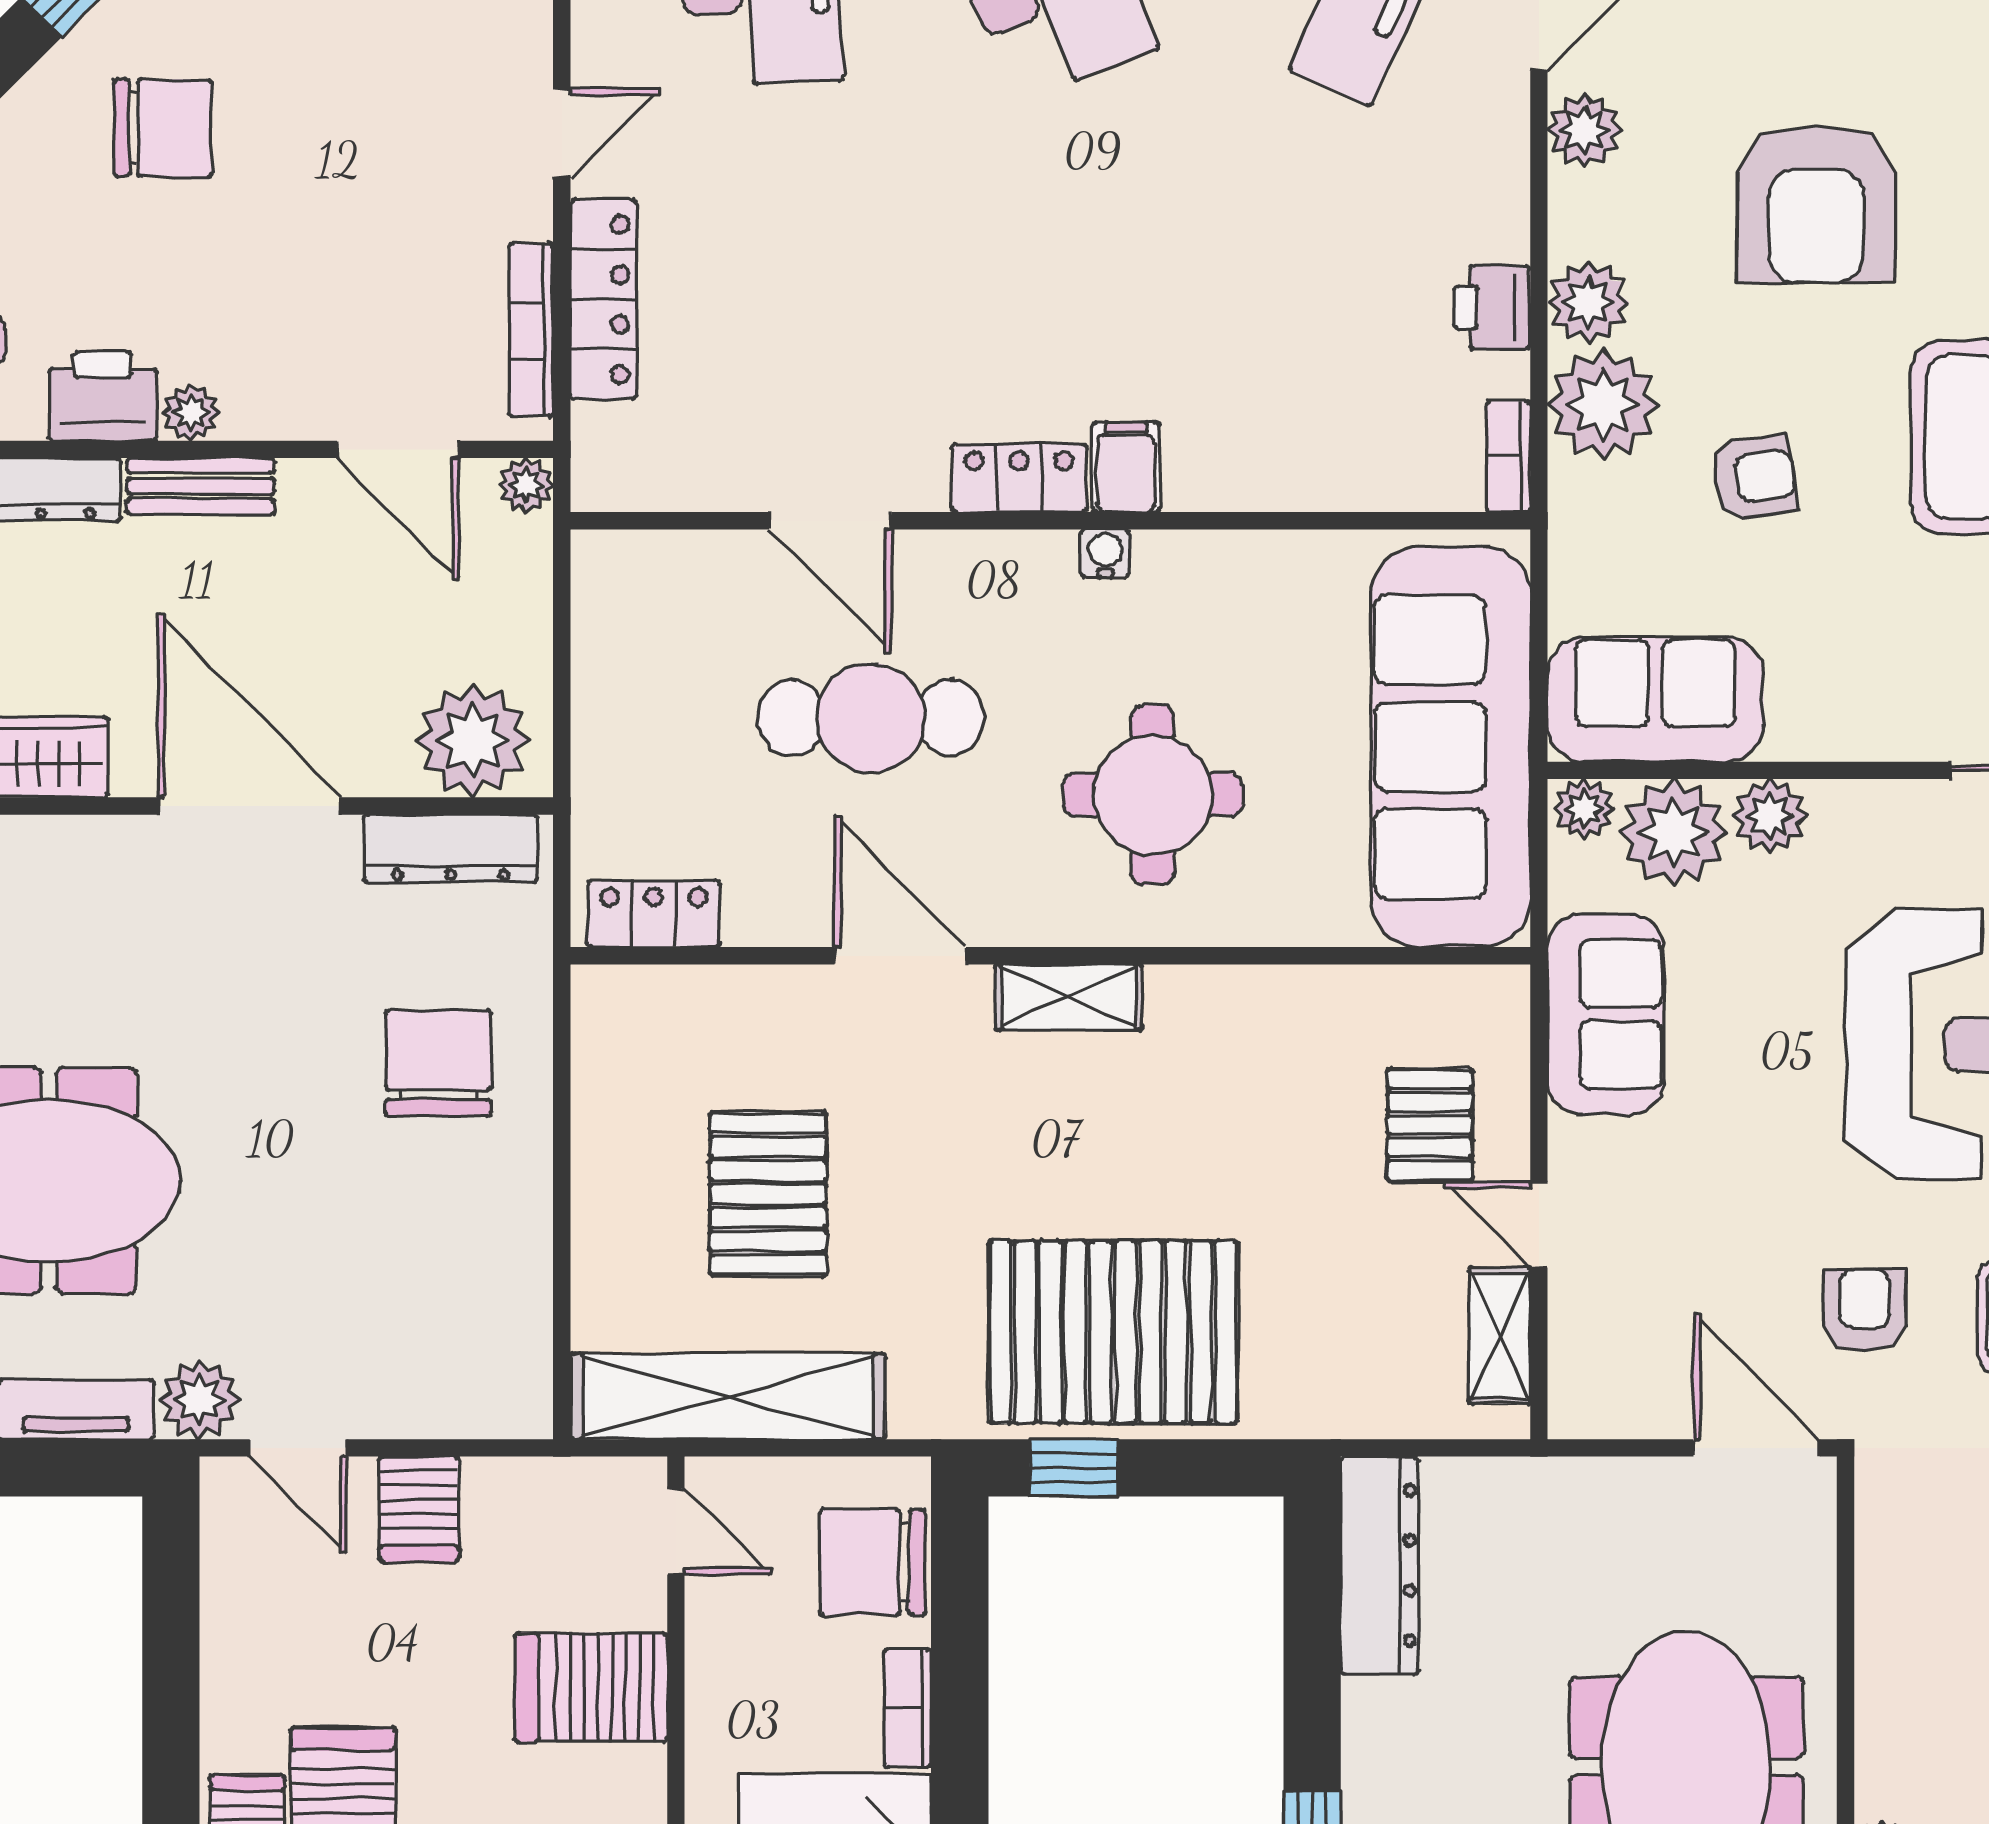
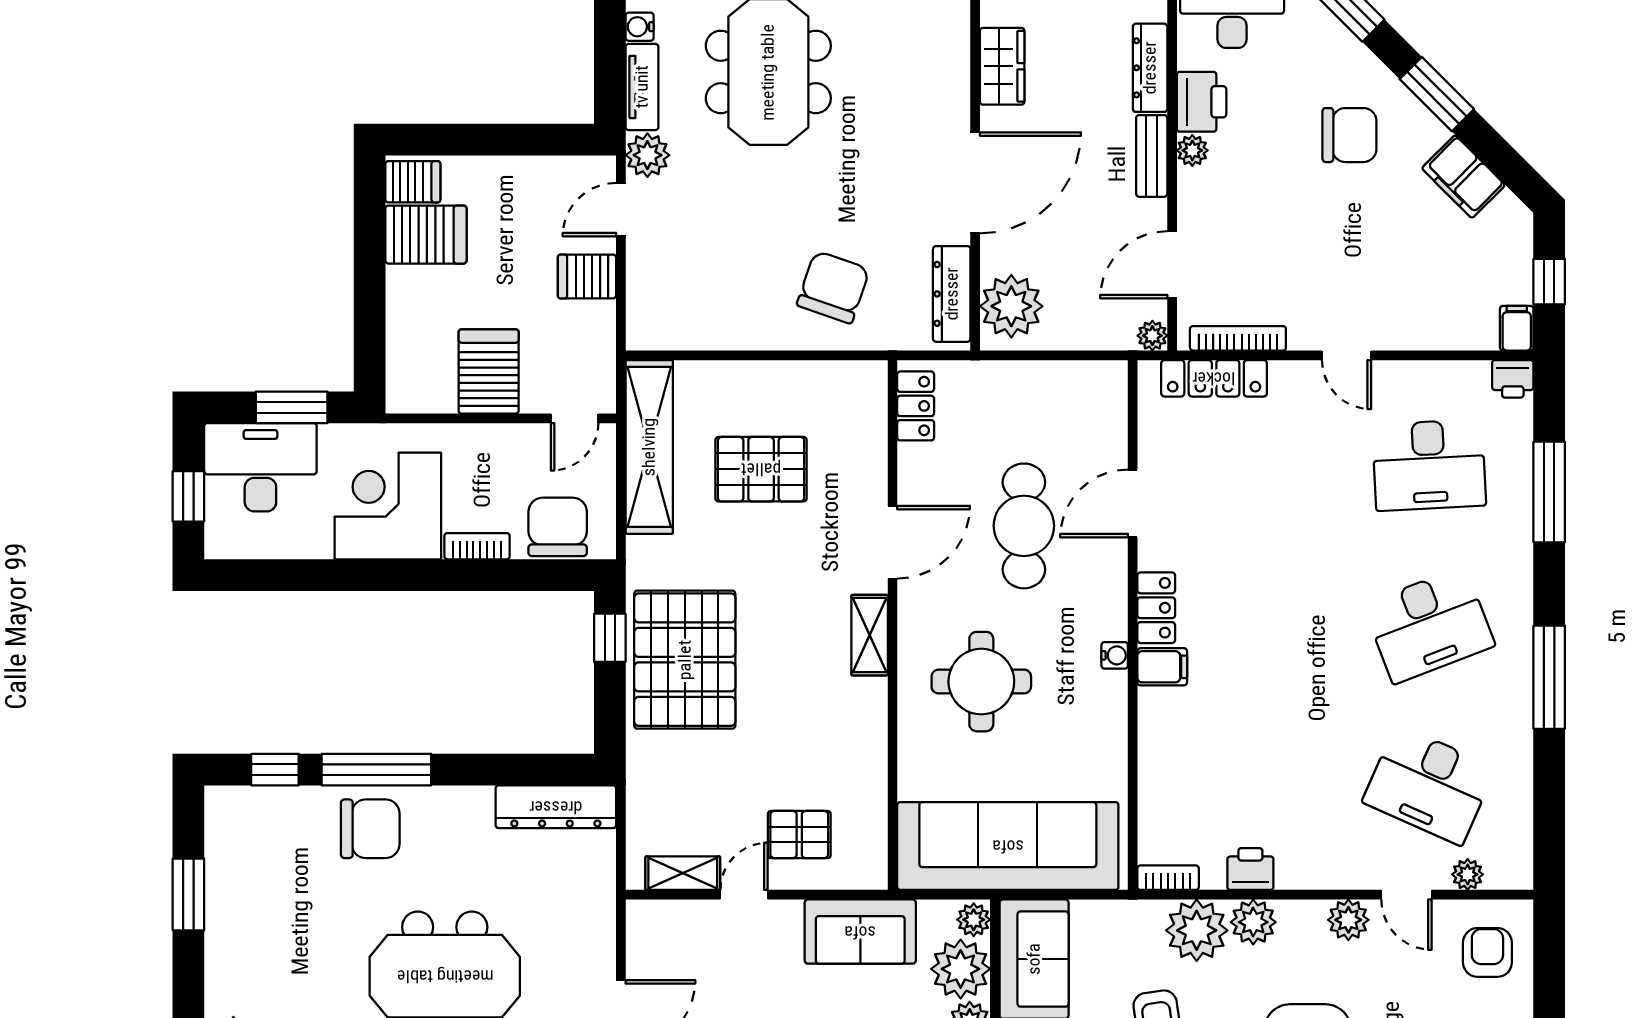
chair: (163, 128) -> (1349, 135), turned -90
locker: (603, 299) -> (1214, 378), moved
chair: (438, 1063) -> (833, 287), turned -71

